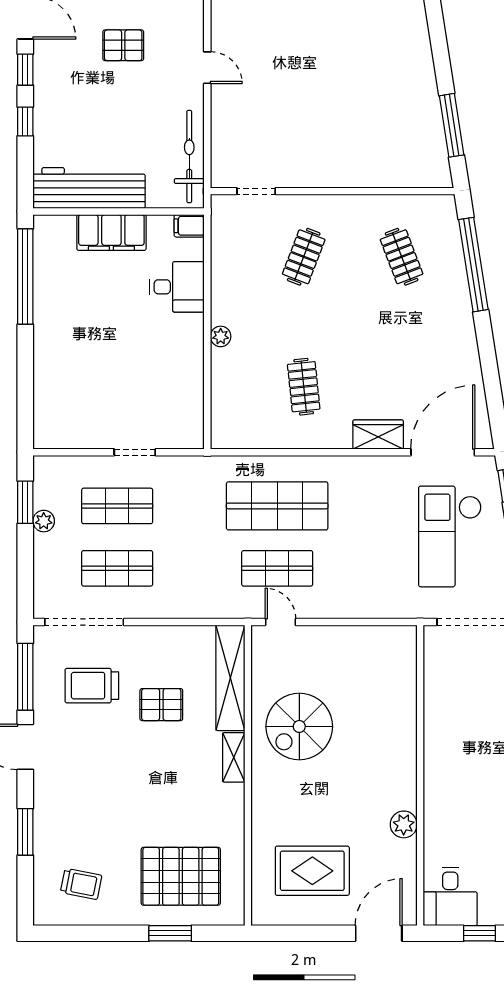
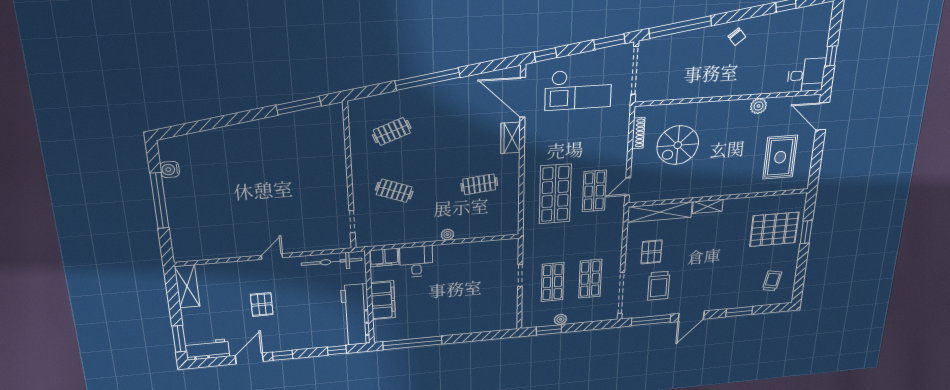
window: (25, 122) -> (337, 350), moved
filing cabinet: (189, 226) -> (384, 257), width x2.00
window: (473, 265) -> (428, 79), moved
shoe rack: (372, 634) -> (638, 133), added
pallet: (161, 705) -> (652, 252), moved
spiral stairs: (299, 726) -> (678, 145), moved, turned 90
pallet: (181, 876) -> (774, 229), turned 90

